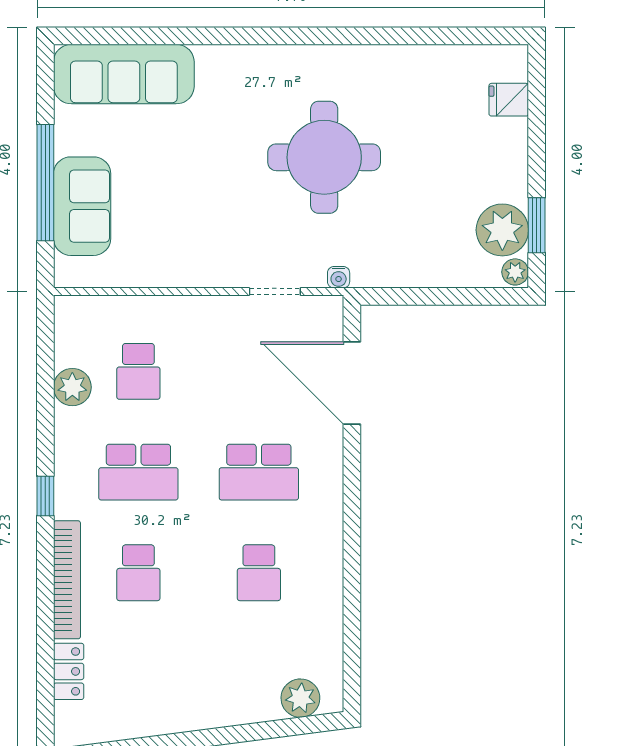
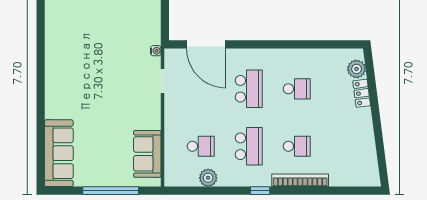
round table: (324, 157) -> (98, 58), removed
sofa: (82, 206) -> (147, 154), moved, turned -90
door: (352, 383) -> (206, 44), hinge flipped
locker: (69, 671) -> (362, 93), moved, turned -97

